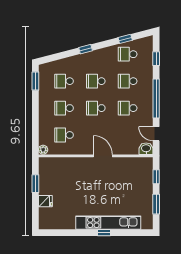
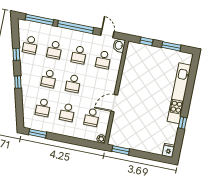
window: (125, 39) -> (16, 54), moved
window: (156, 59) -> (39, 20), width x2.17
door: (156, 134) -> (107, 33), swing flipped
school desk: (128, 135) -> (103, 60), added
door: (103, 156) -> (114, 103), moved
window: (35, 184) -> (121, 150), moved
fridge: (45, 201) -> (169, 150), moved
window: (104, 233) -> (183, 123), moved

